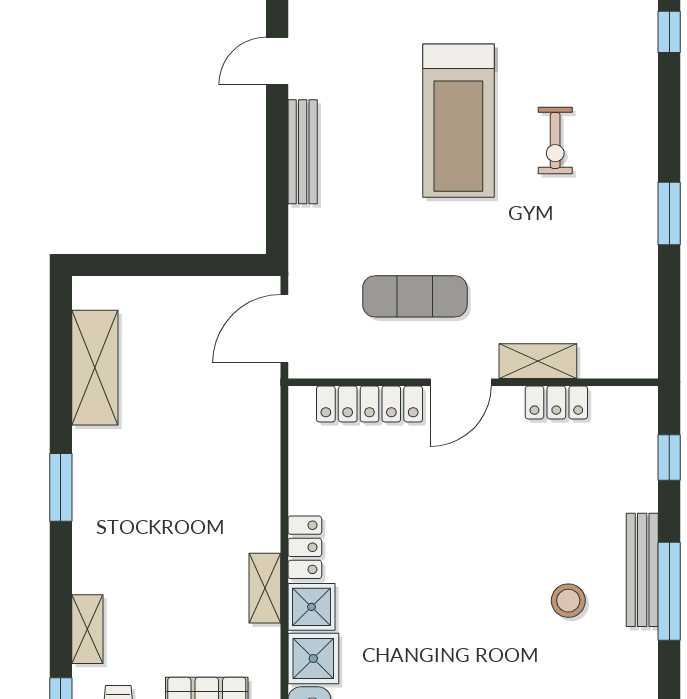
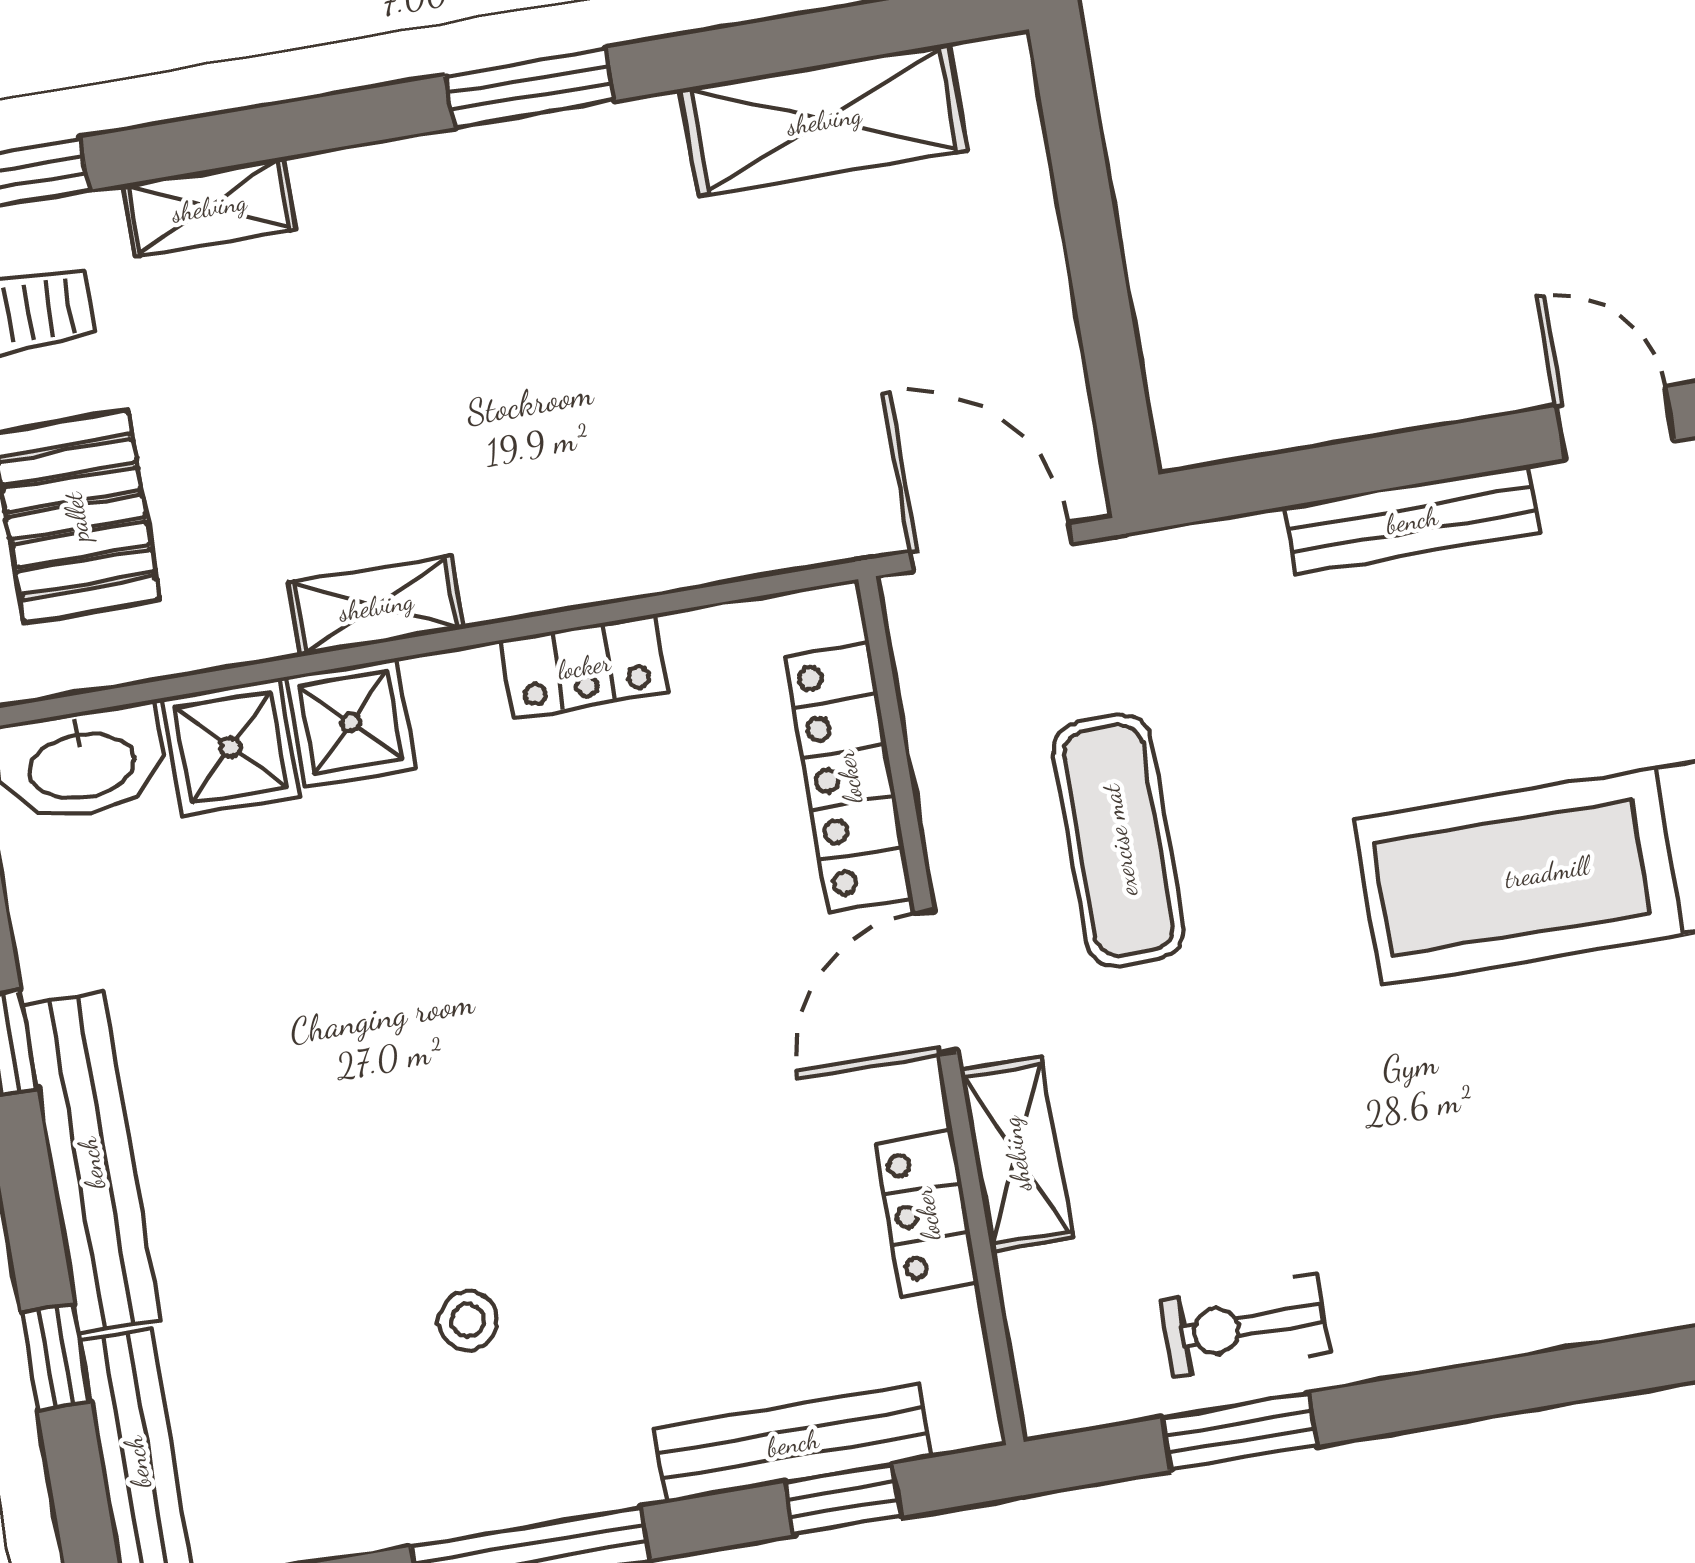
exercise bike: (555, 140) -> (1244, 1326), moved
window: (669, 214) -> (1240, 1432), moved
door: (461, 382) -> (936, 982), hinge flipped
locker: (305, 547) -> (584, 666), moved
bench: (642, 570) -> (793, 1443), moved
stool: (568, 601) -> (468, 1321), width x0.73, depth x0.73

